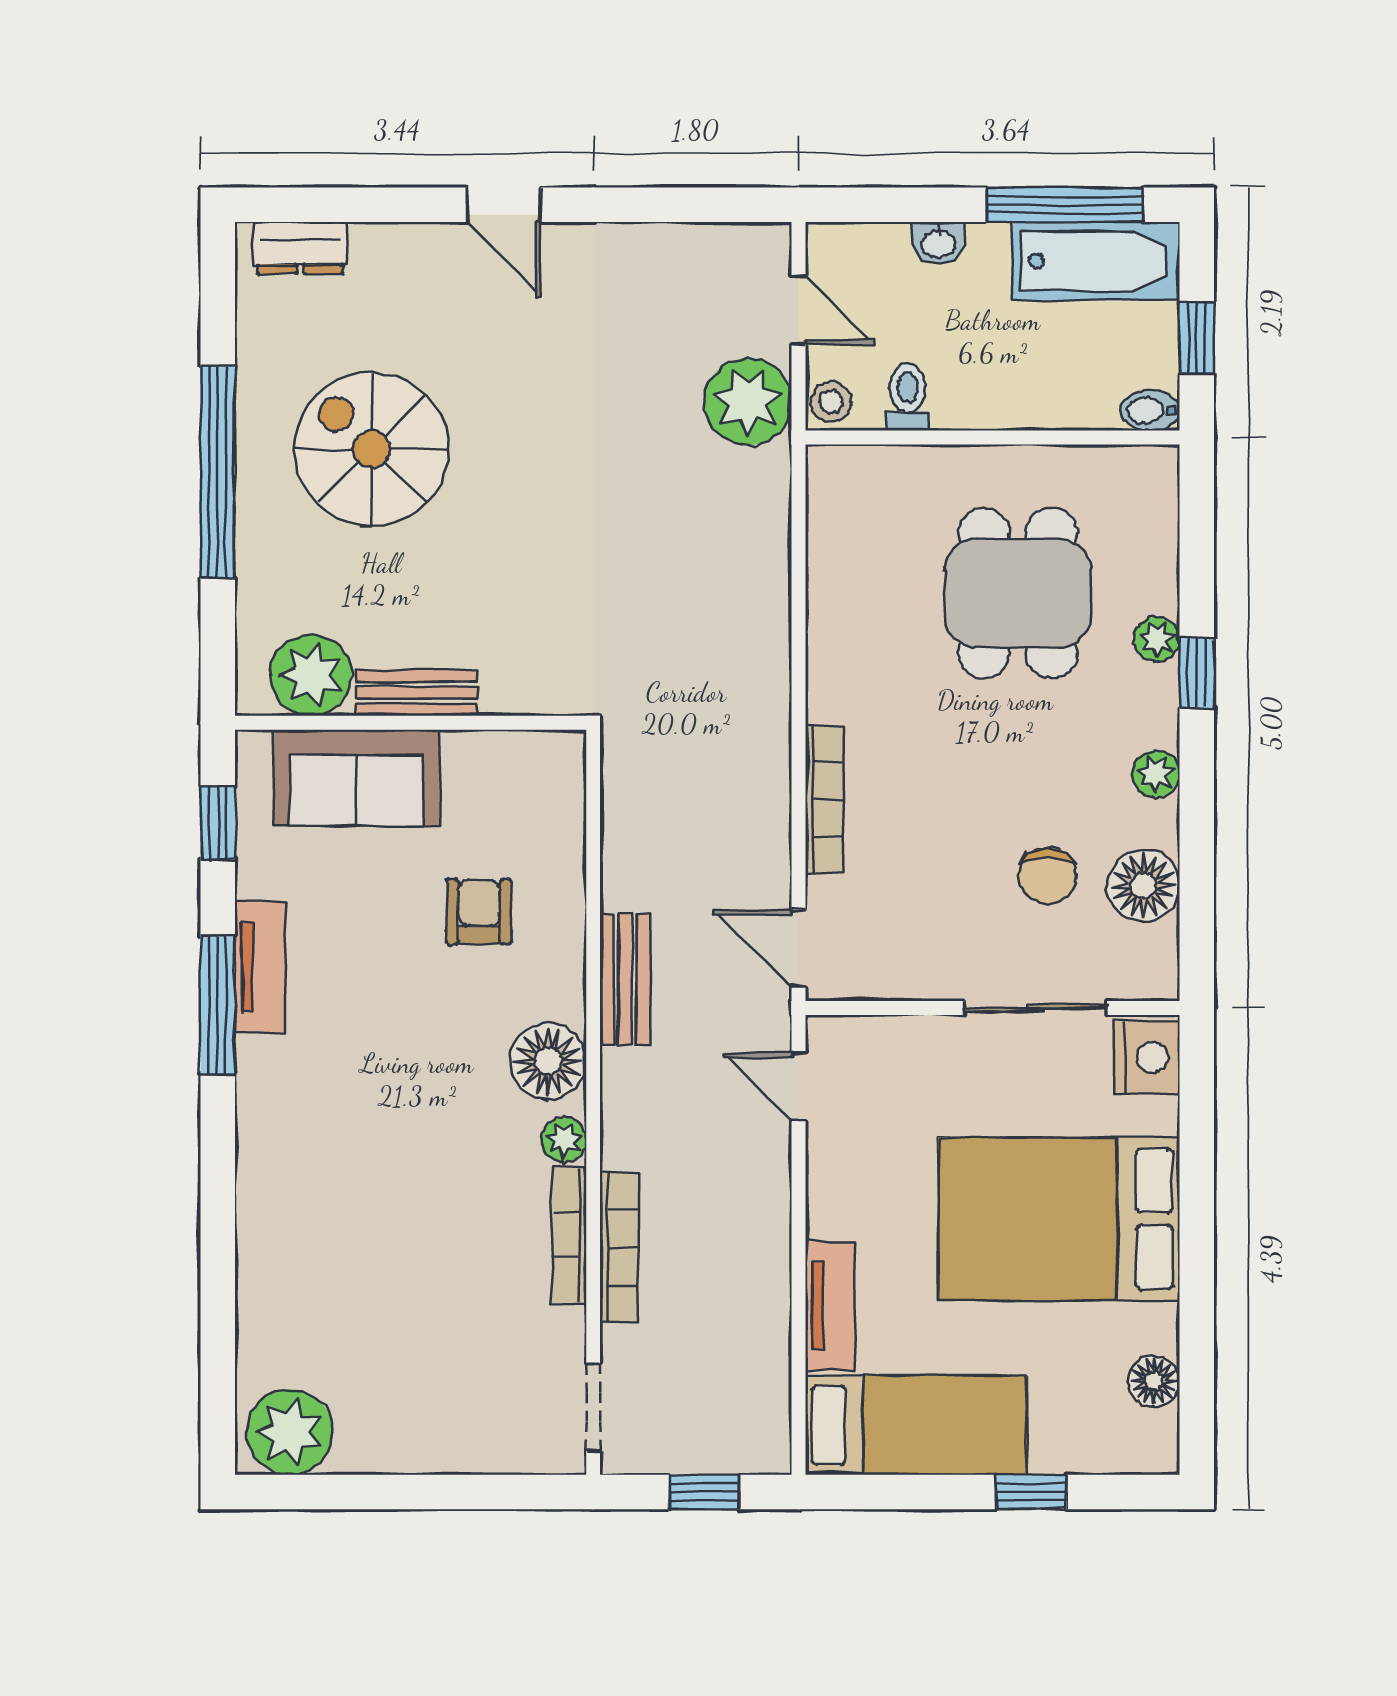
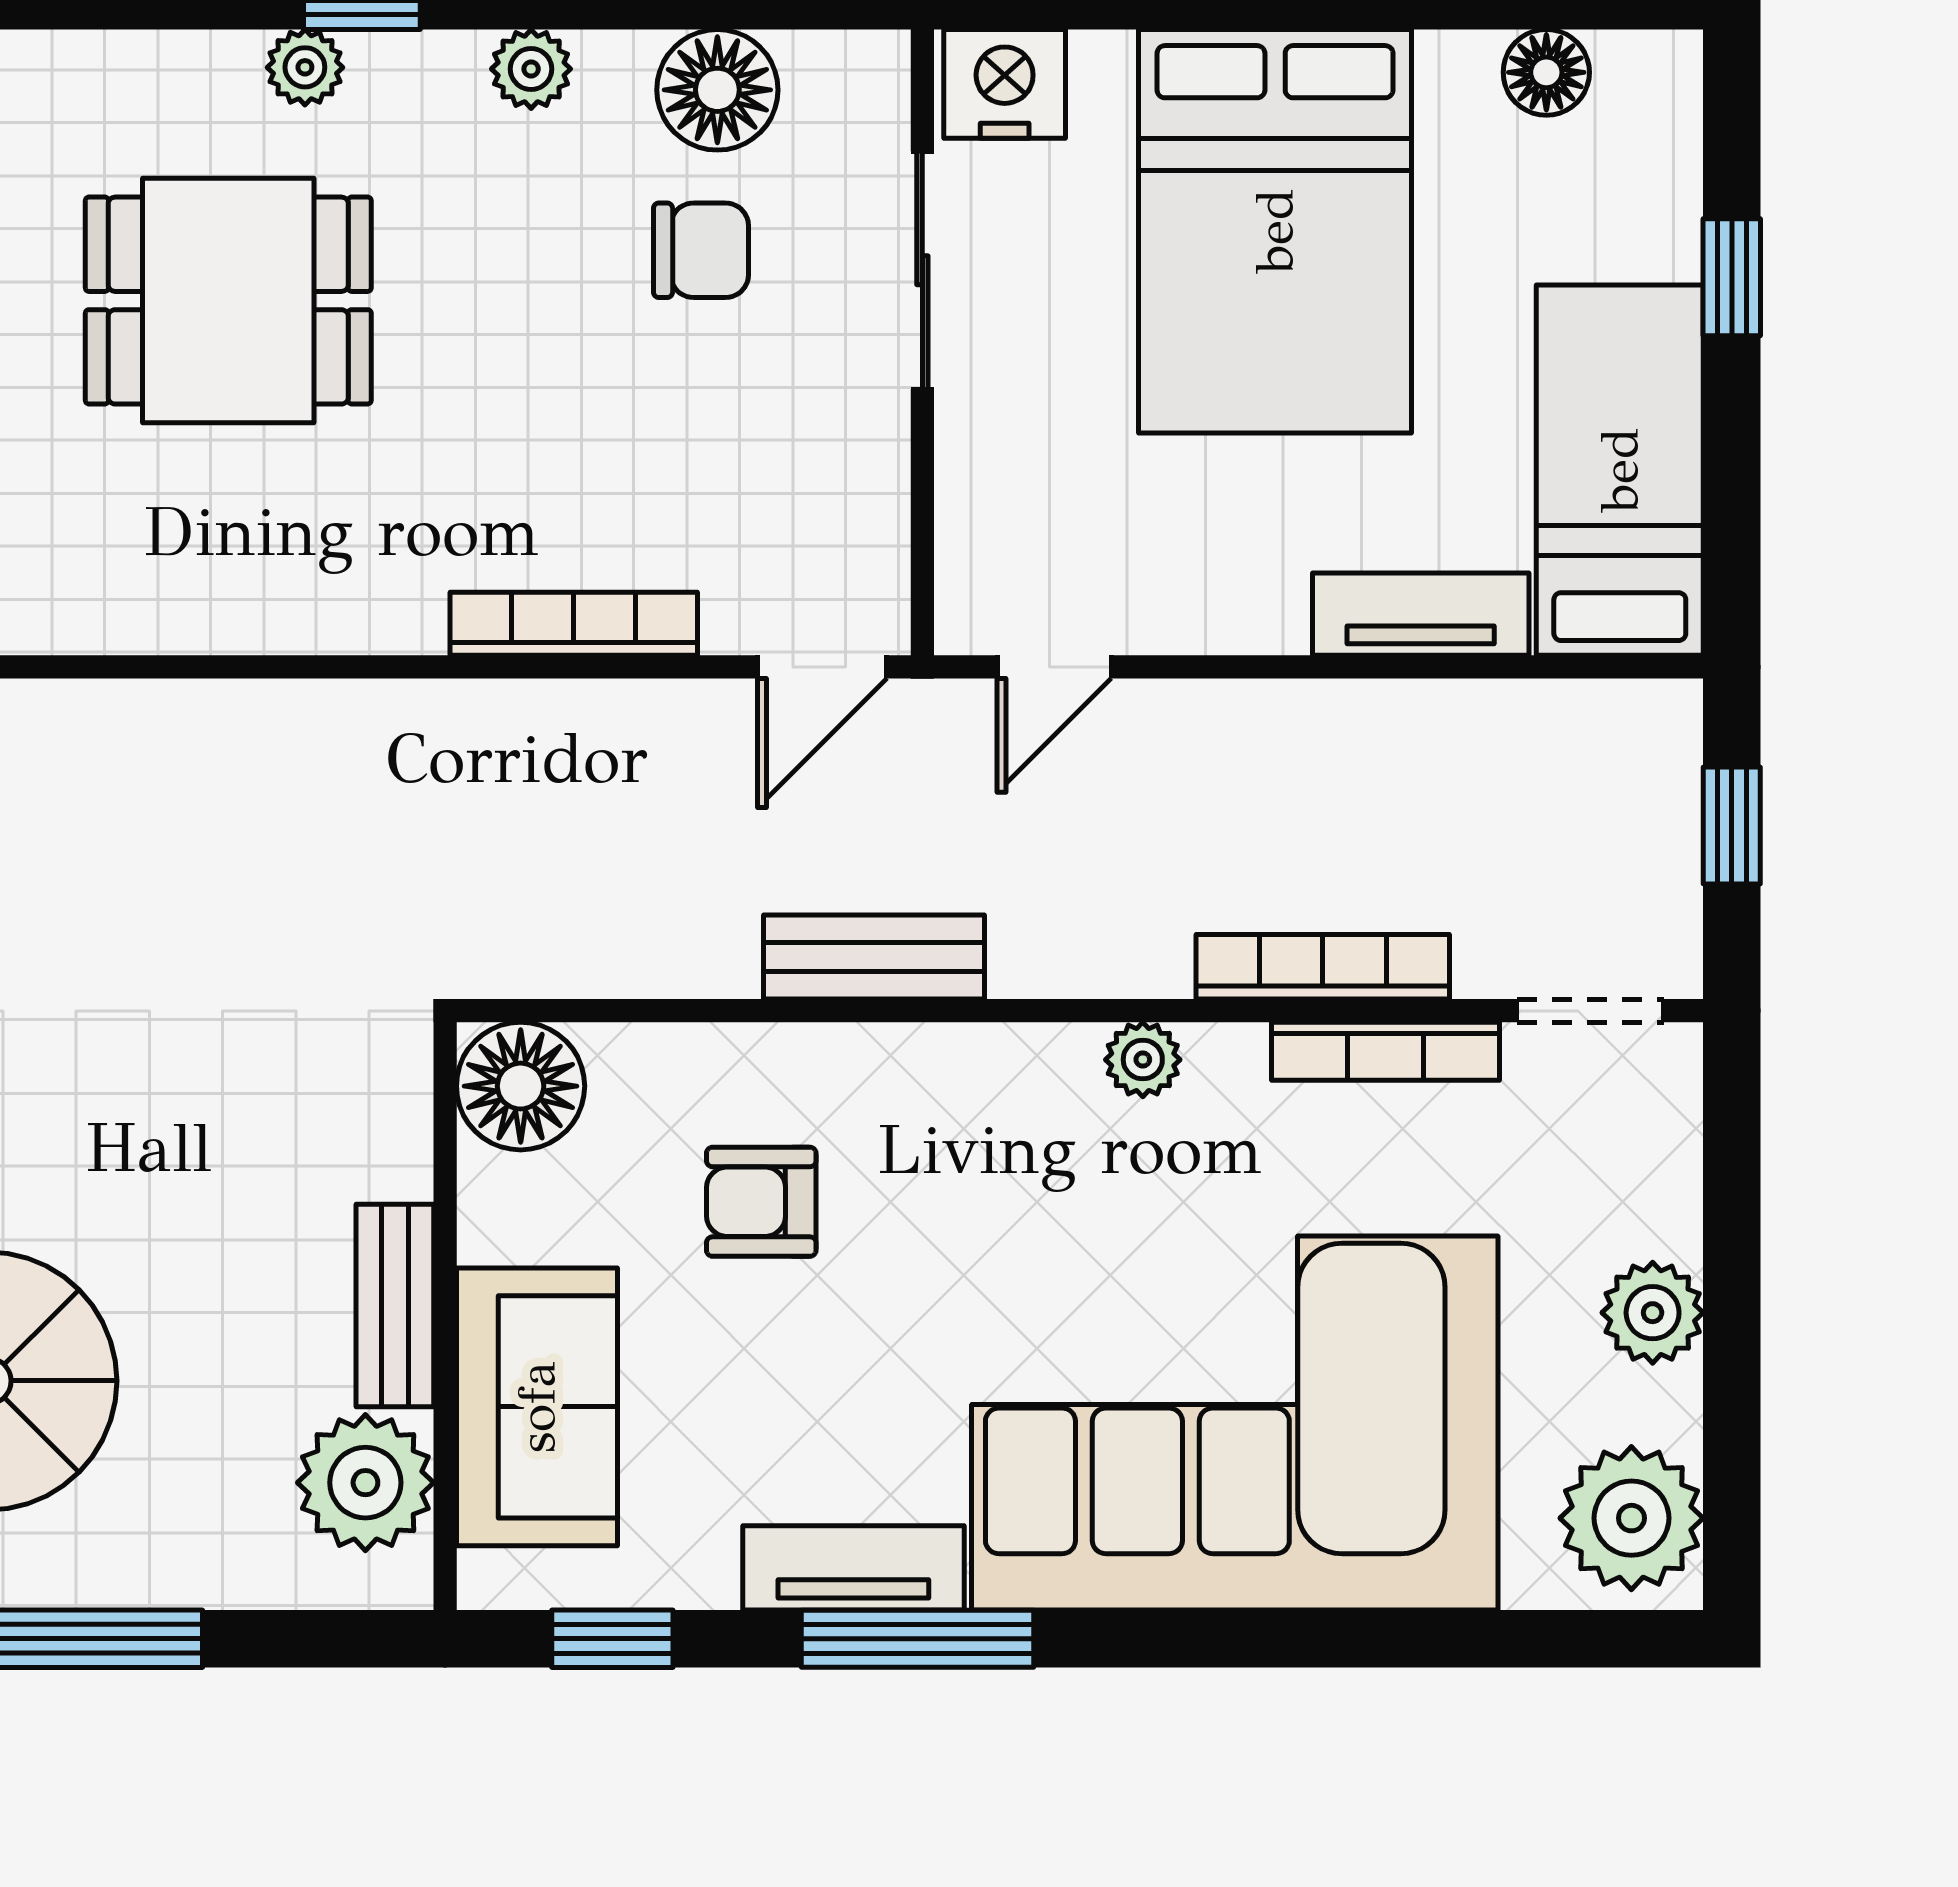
floor lamp: (548, 1061) -> (521, 1086), moved
corner sofa: (347, 1195) -> (1235, 1423), added
bookcase: (569, 1235) -> (1385, 1051), moved
plant: (413, 1445) -> (1653, 1313), added

